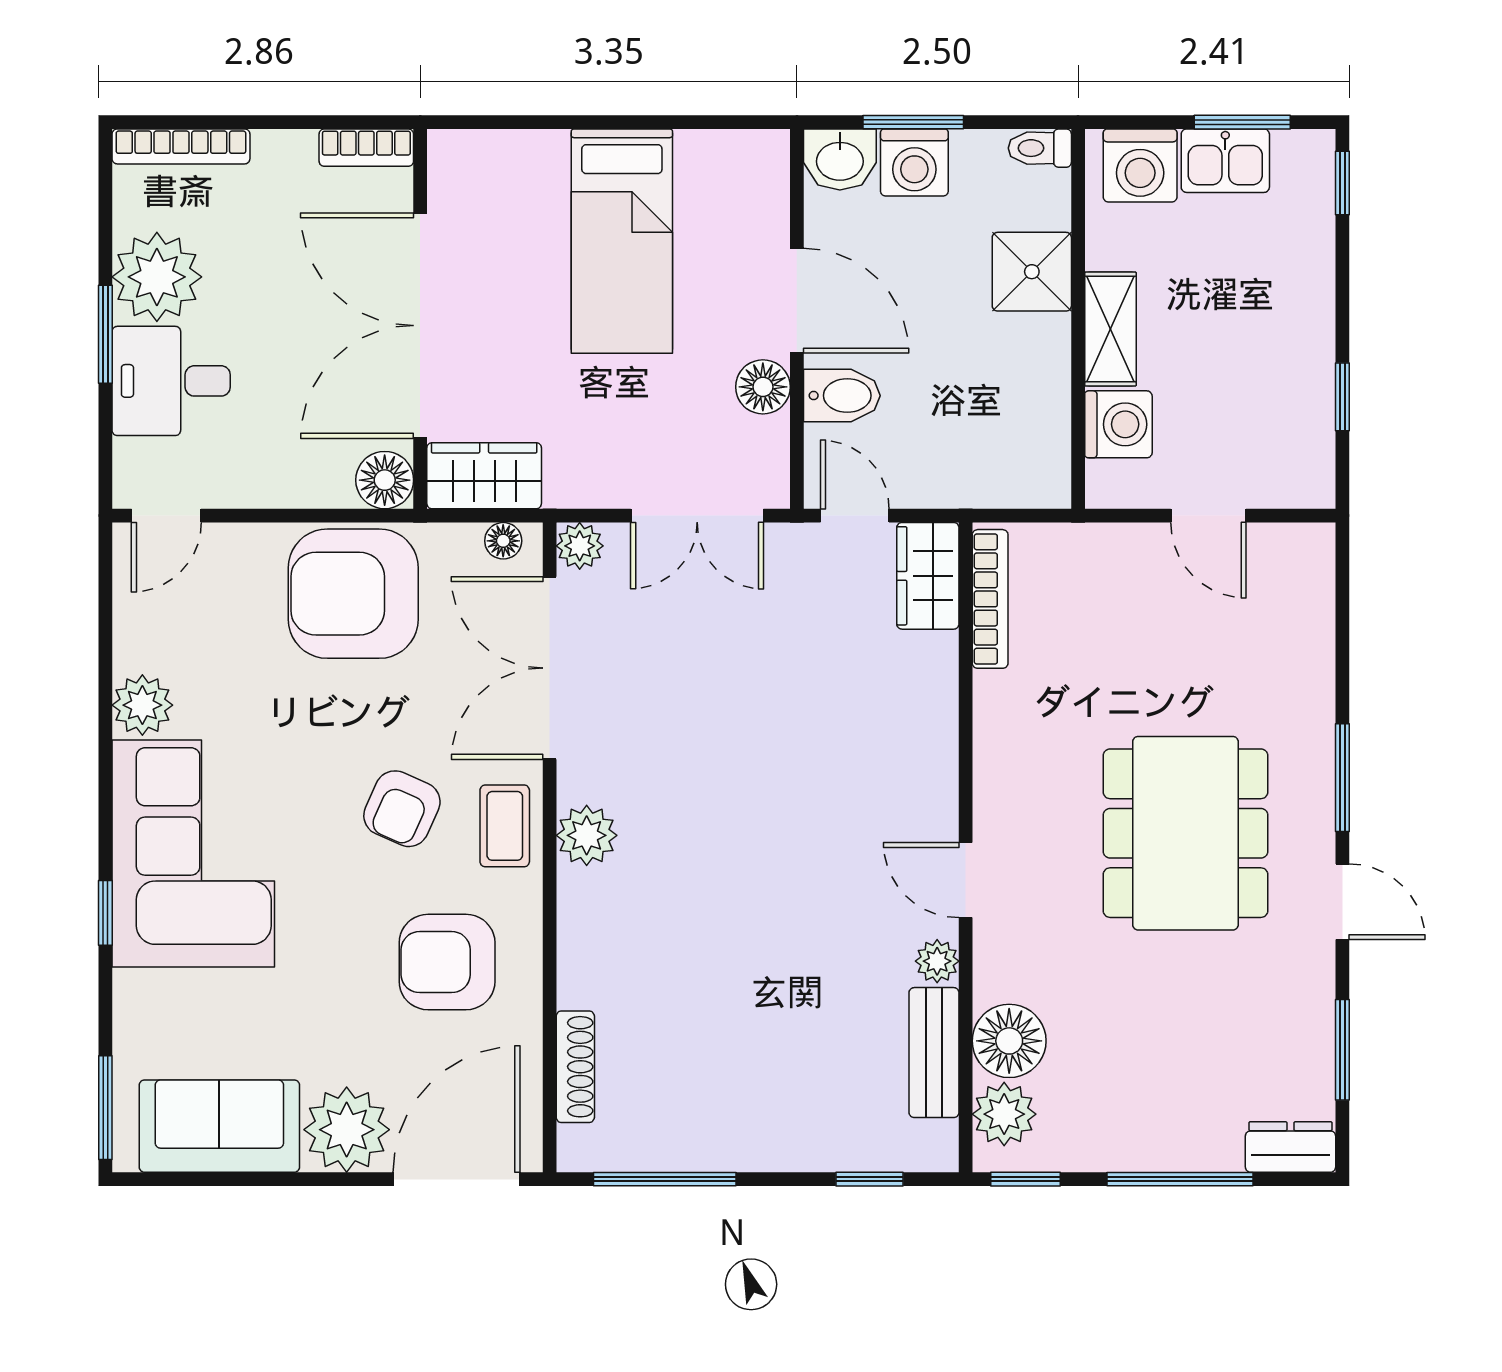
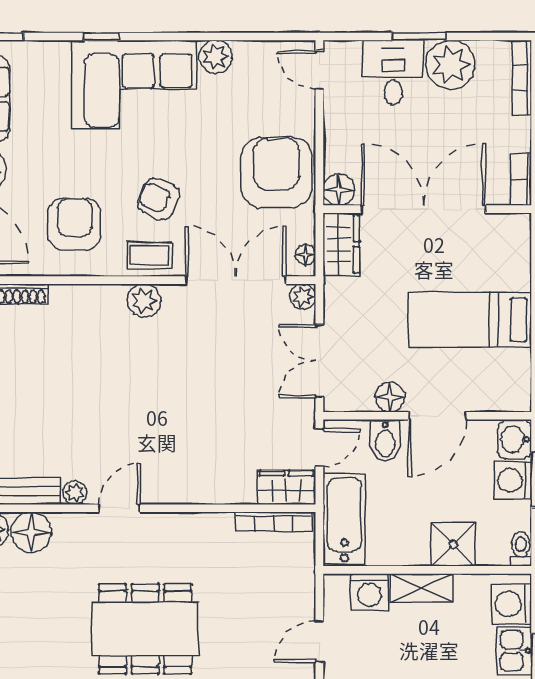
bathtub: (985, 470) -> (344, 519), added

